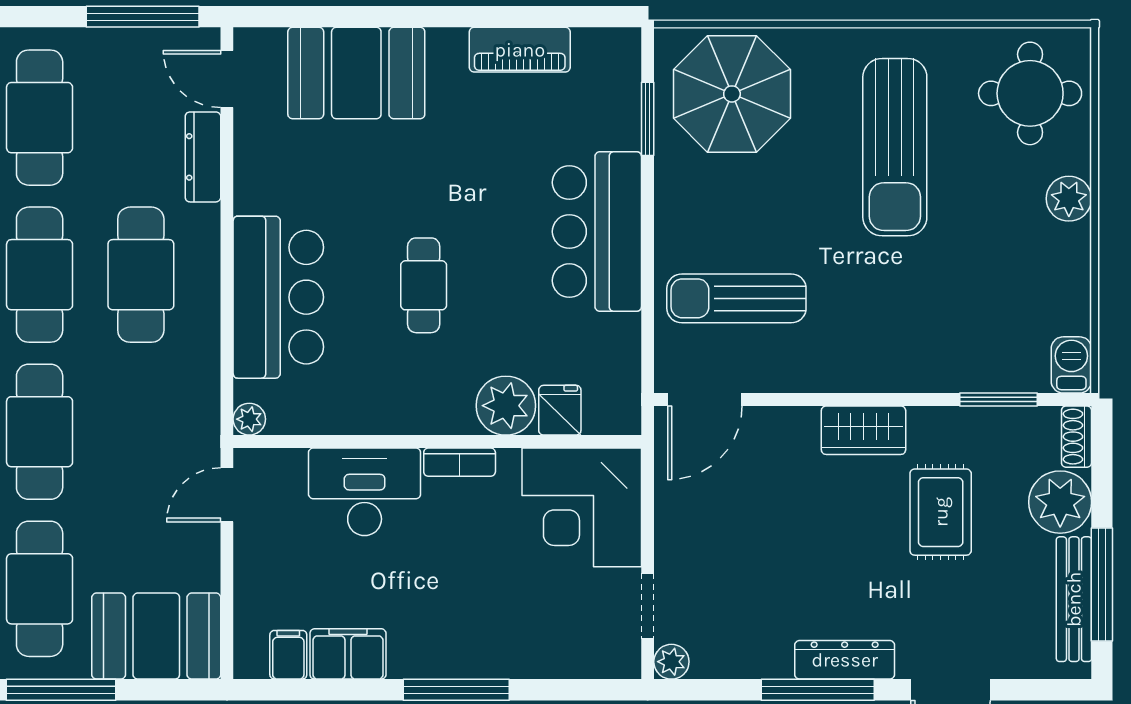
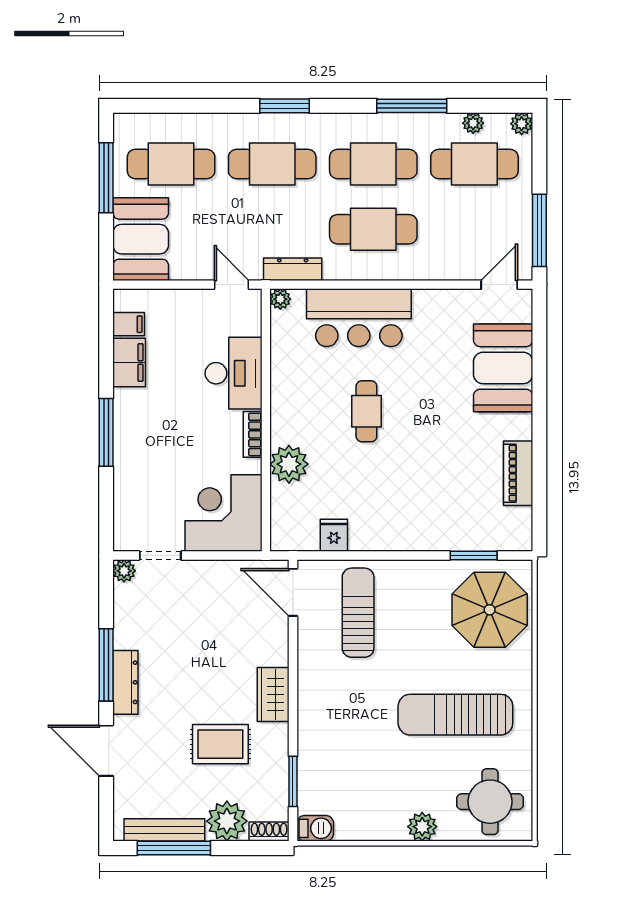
dresser: (203, 157) -> (293, 269), moved
bar counter: (597, 232) -> (401, 523), removed
cafe table: (424, 285) -> (366, 411), turned 90
fridge: (560, 410) -> (334, 535), moved, turned -90

